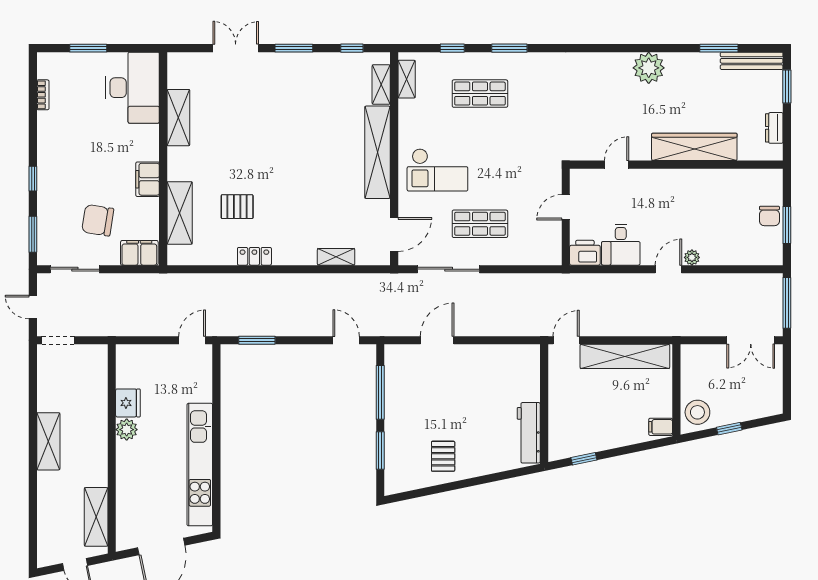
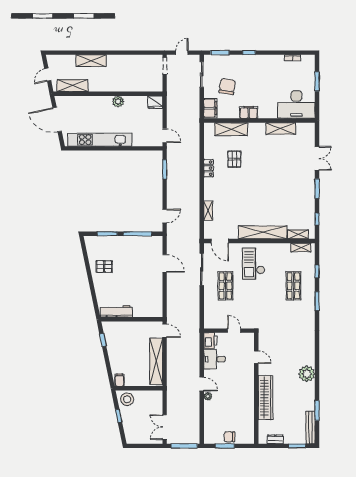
fridge: (128, 403) -> (155, 102), moved
shelving: (48, 441) -> (91, 61), moved

